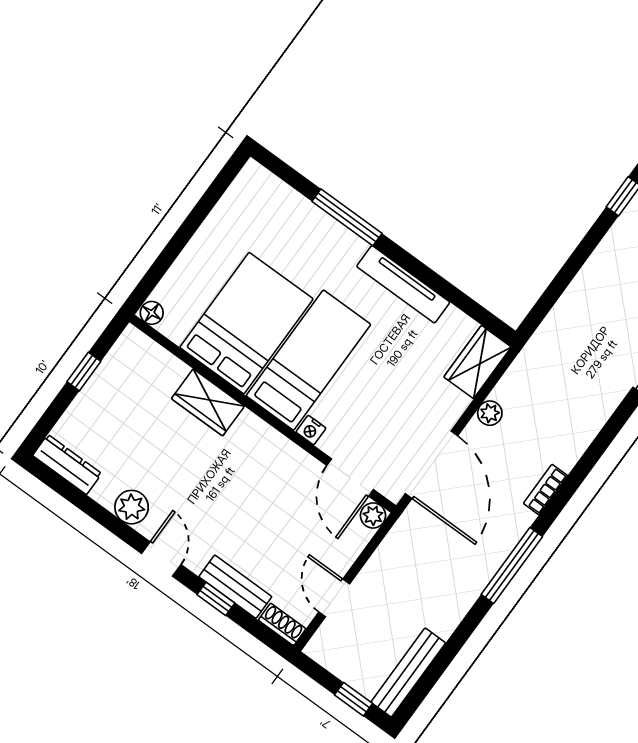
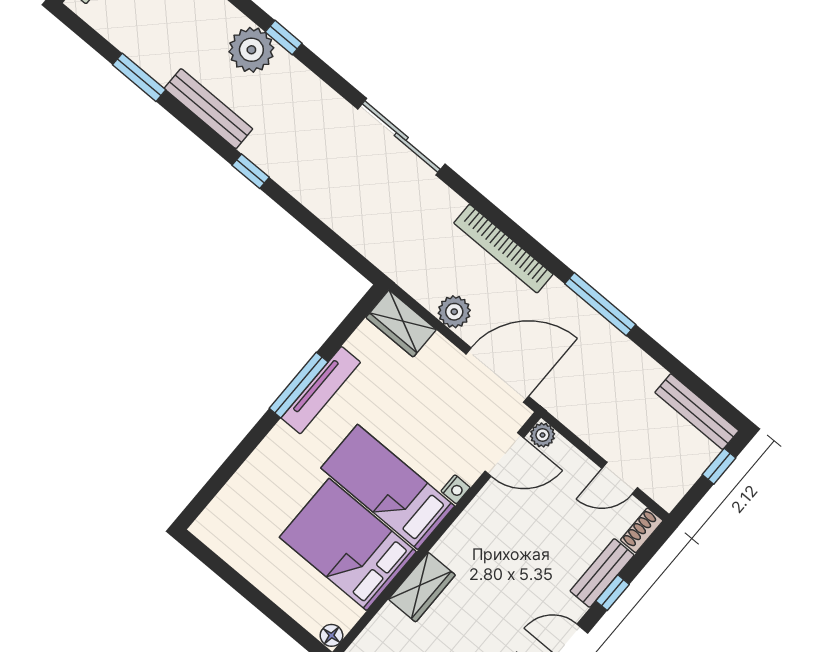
window: (347, 217) -> (299, 385), moved
plant: (490, 413) -> (454, 312), width x1.38, depth x1.38
bookcase: (545, 490) -> (503, 249), width x2.31, depth x1.31

